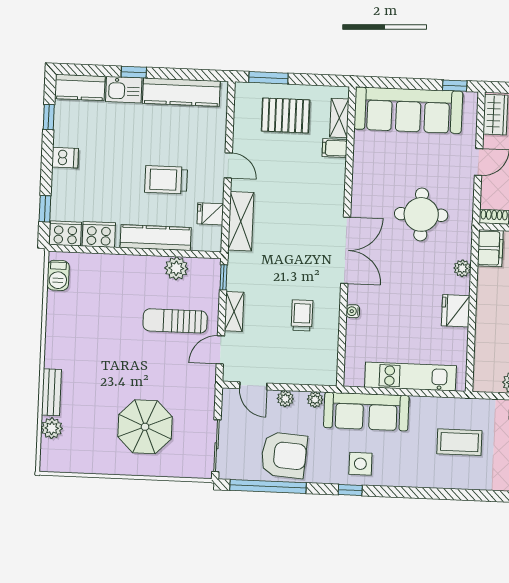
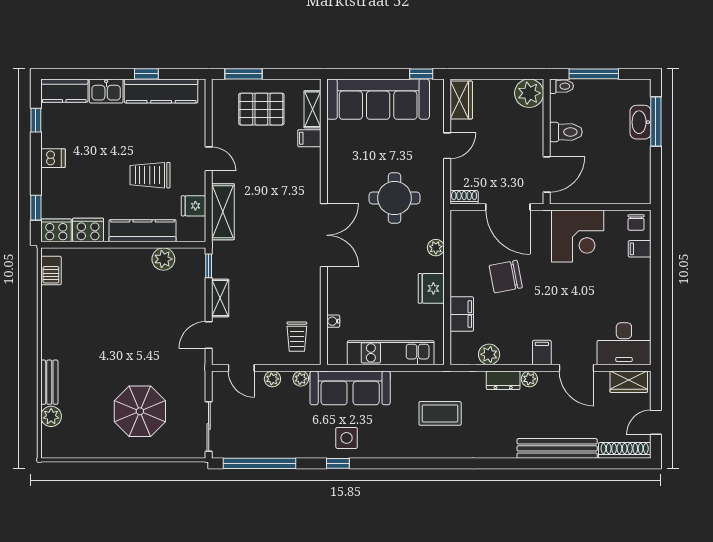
window: (134, 72) -> (146, 74), moved
filing cabinet: (490, 248) -> (462, 314), moved
water cooler: (353, 311) -> (333, 321), moved
trolley: (302, 315) -> (297, 337), moved, turned 180
sun lounger: (175, 321) -> (164, 309), removed
armchair: (284, 455) -> (273, 433), removed

